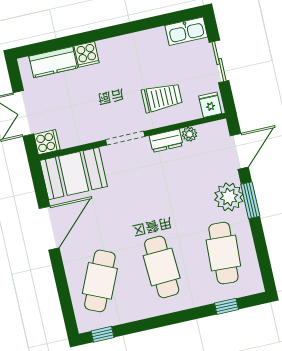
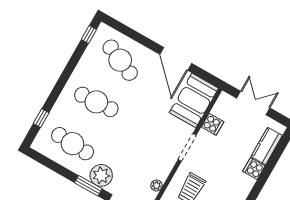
dresser: (166, 141) -> (165, 169), removed
cooker: (47, 142) -> (213, 124), moved, turned -90

